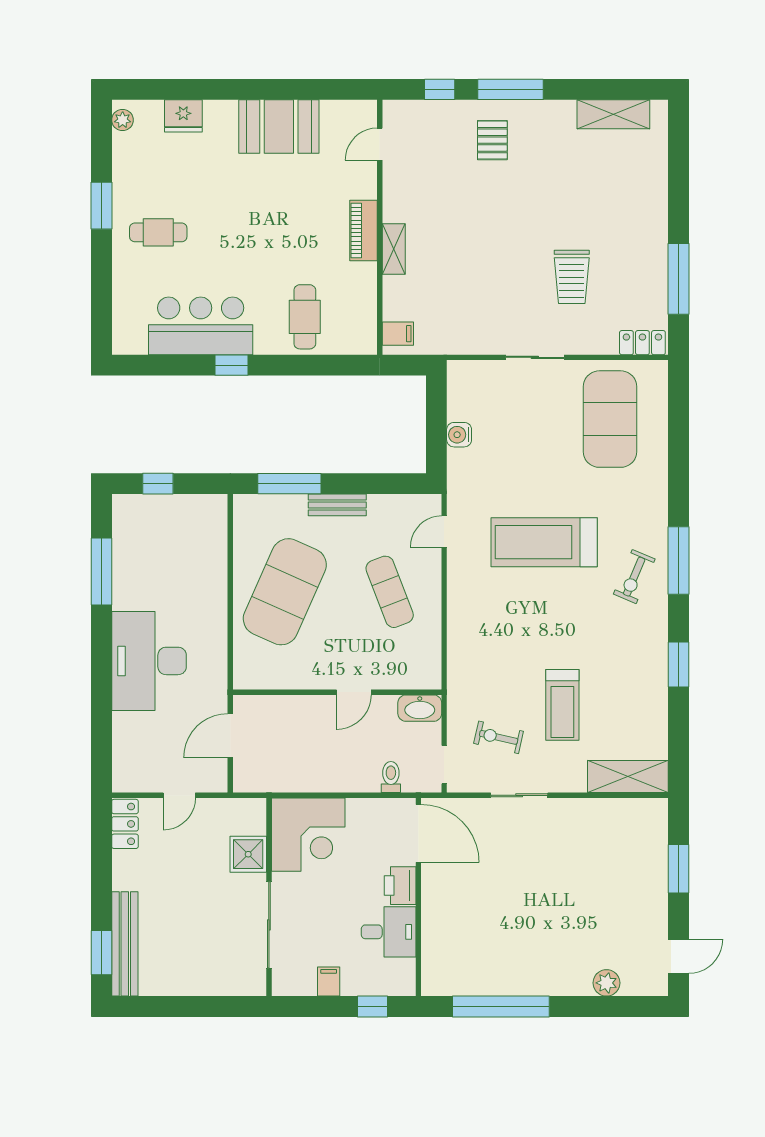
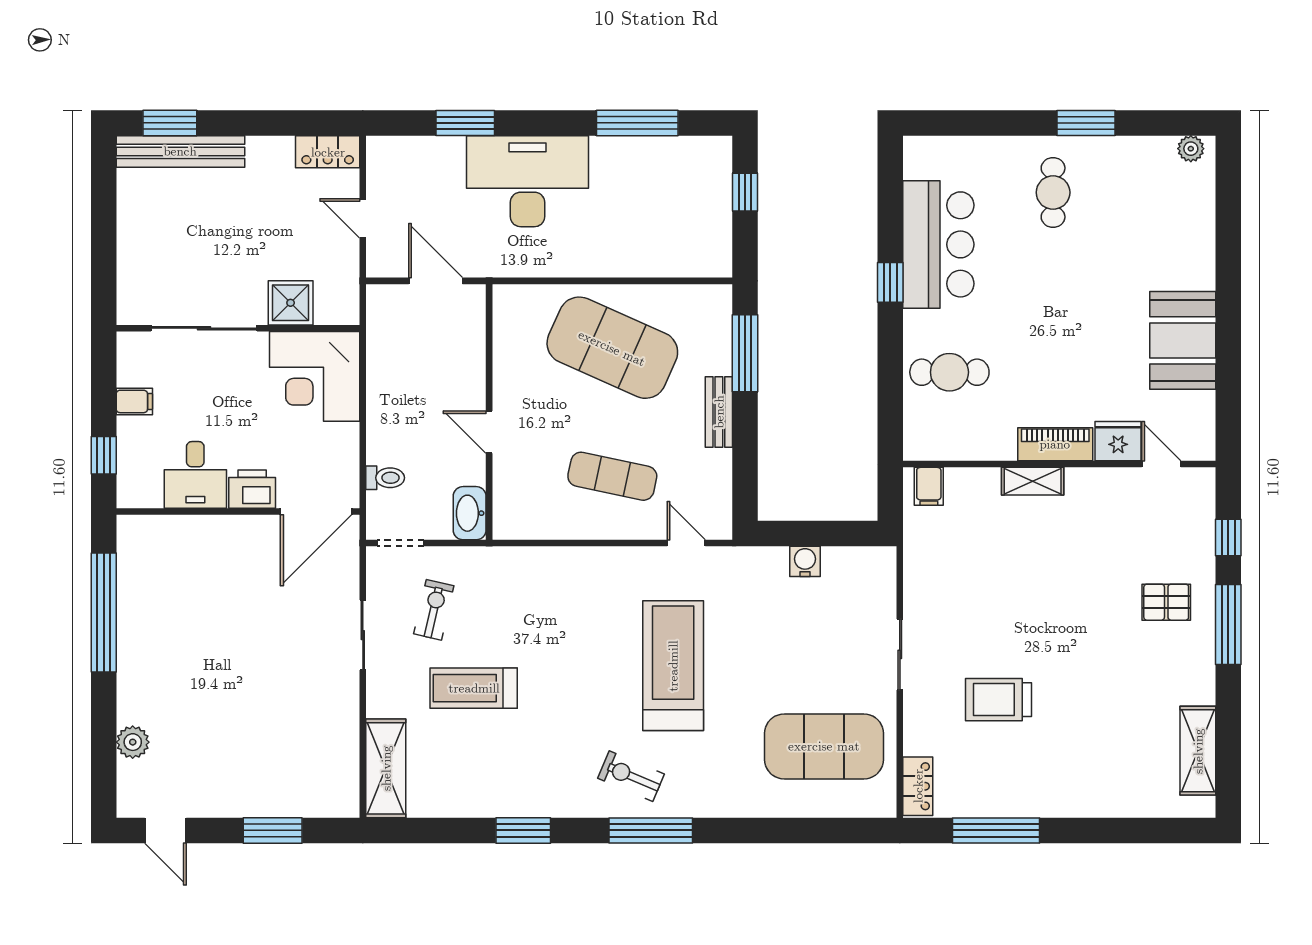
fridge: (183, 116) -> (1118, 441), moved, turned 90
exercise mat: (390, 592) -> (612, 476), turned 33
window: (101, 712) -> (465, 123), added

